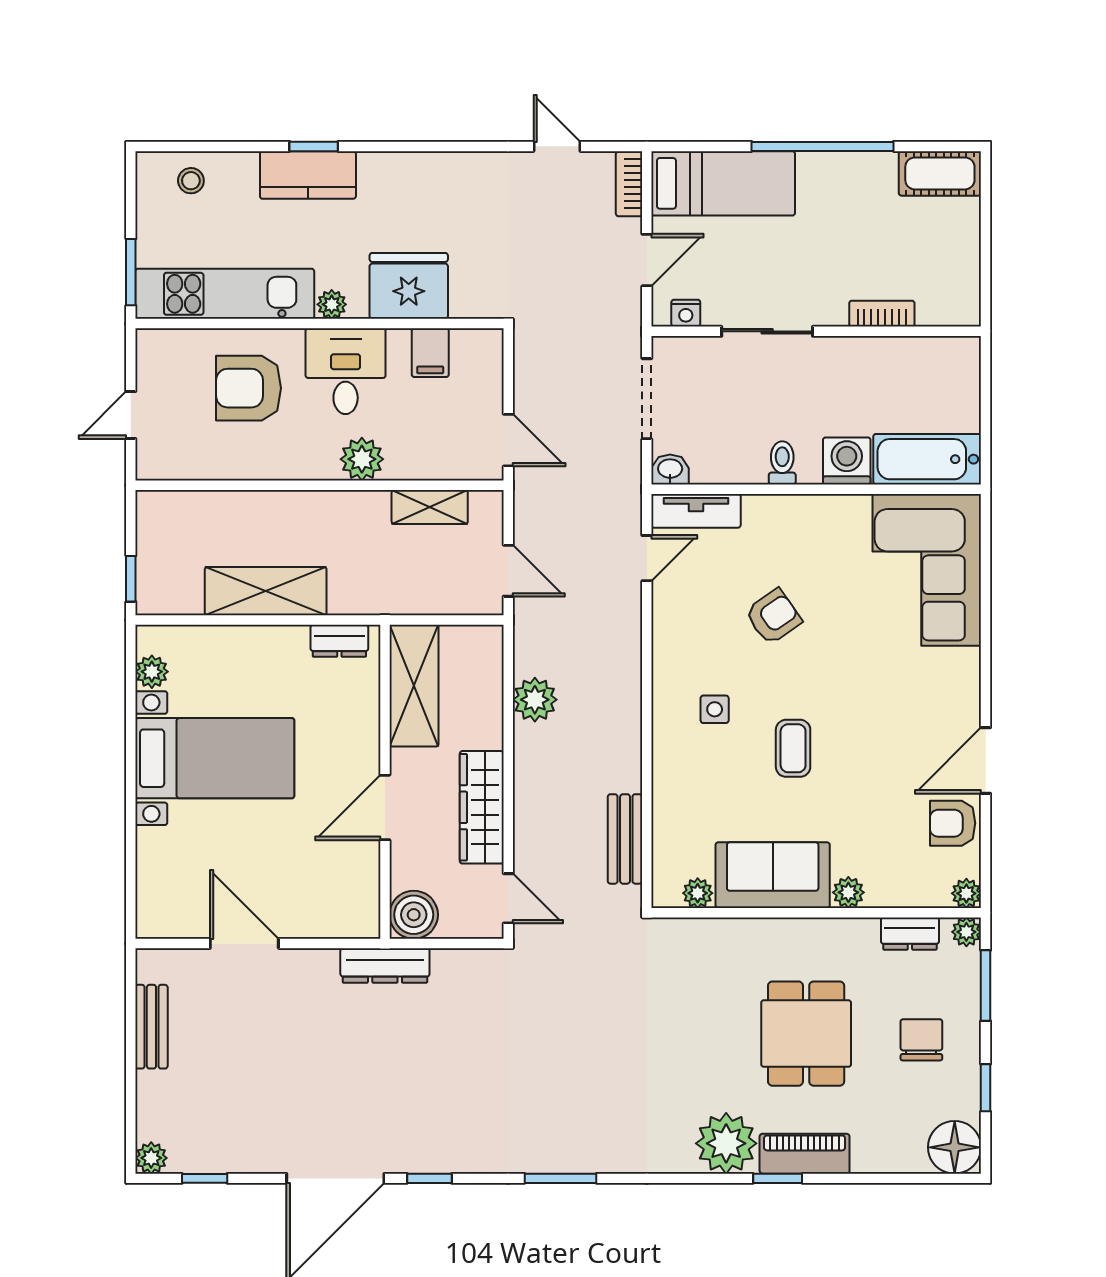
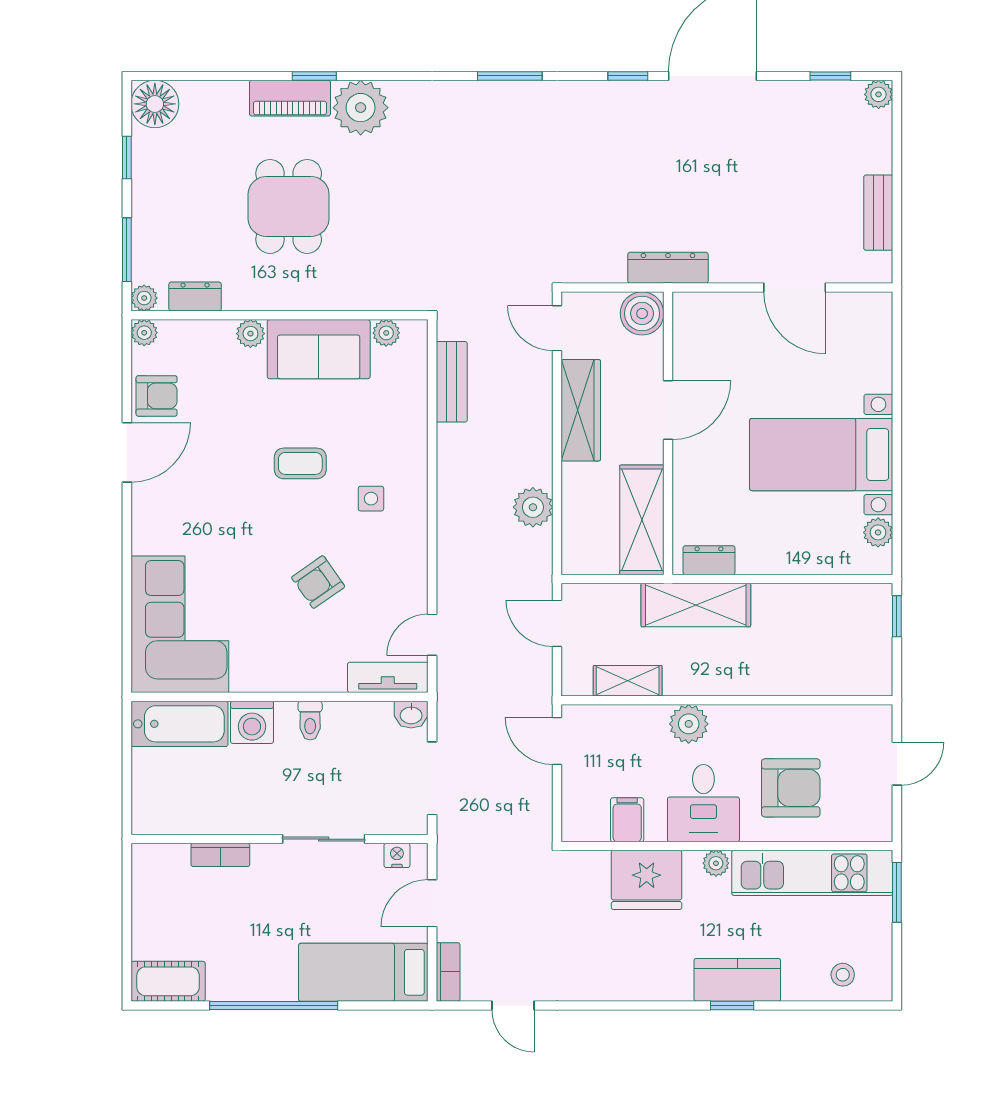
shelving: (266, 591) -> (696, 605), moved
coffee table: (793, 748) -> (300, 463), turned 90
chair: (921, 1040) -> (185, 201), removed

